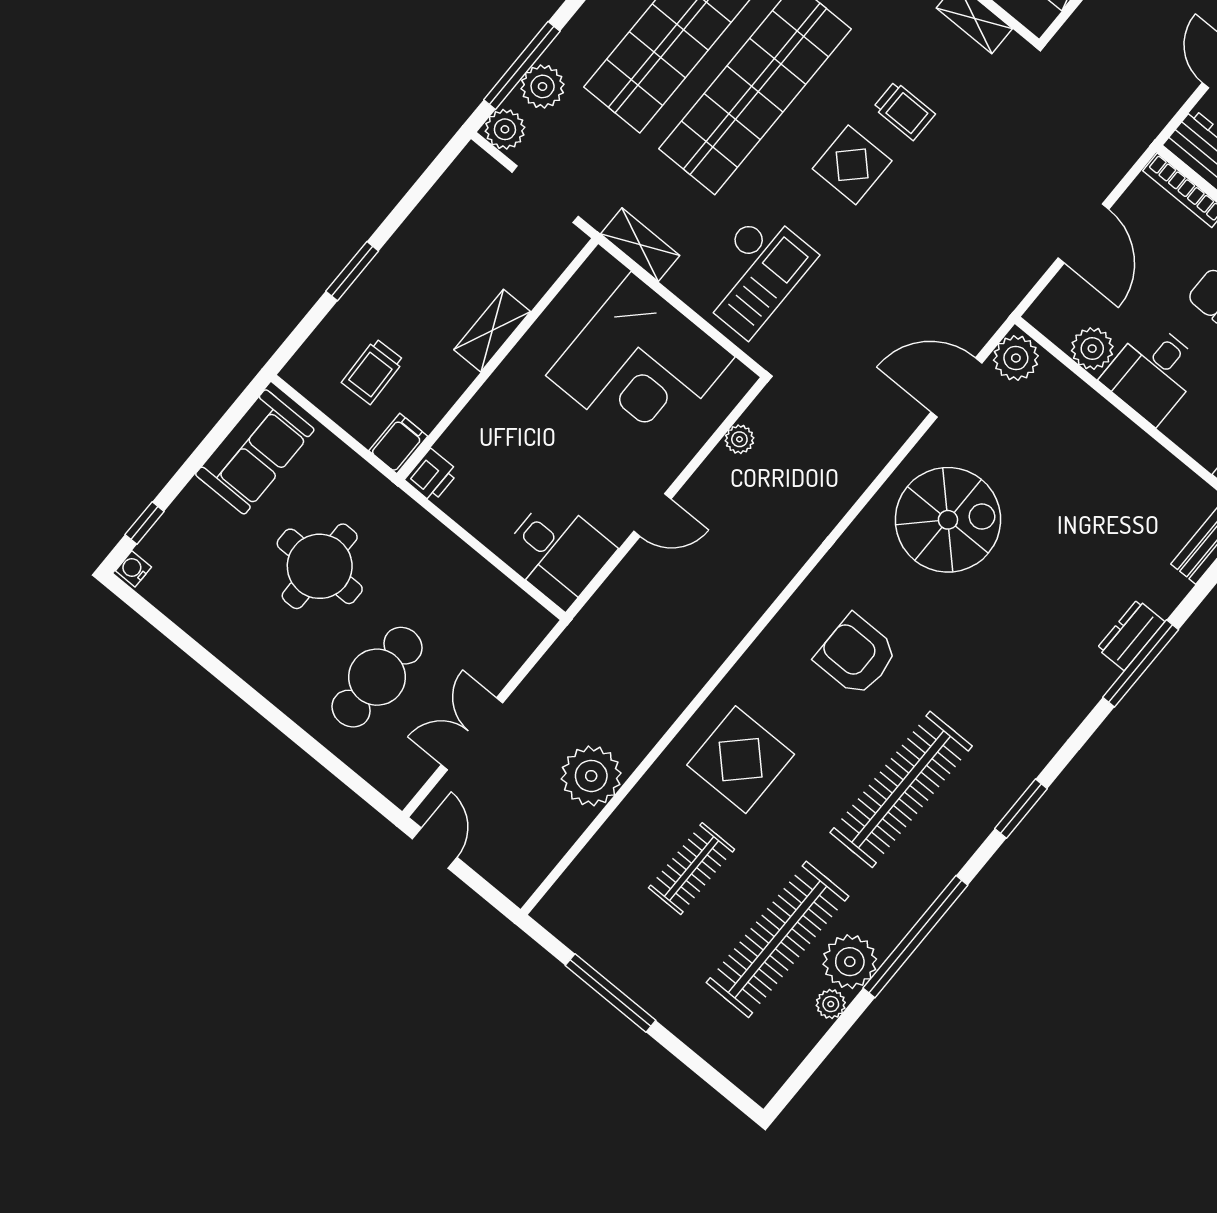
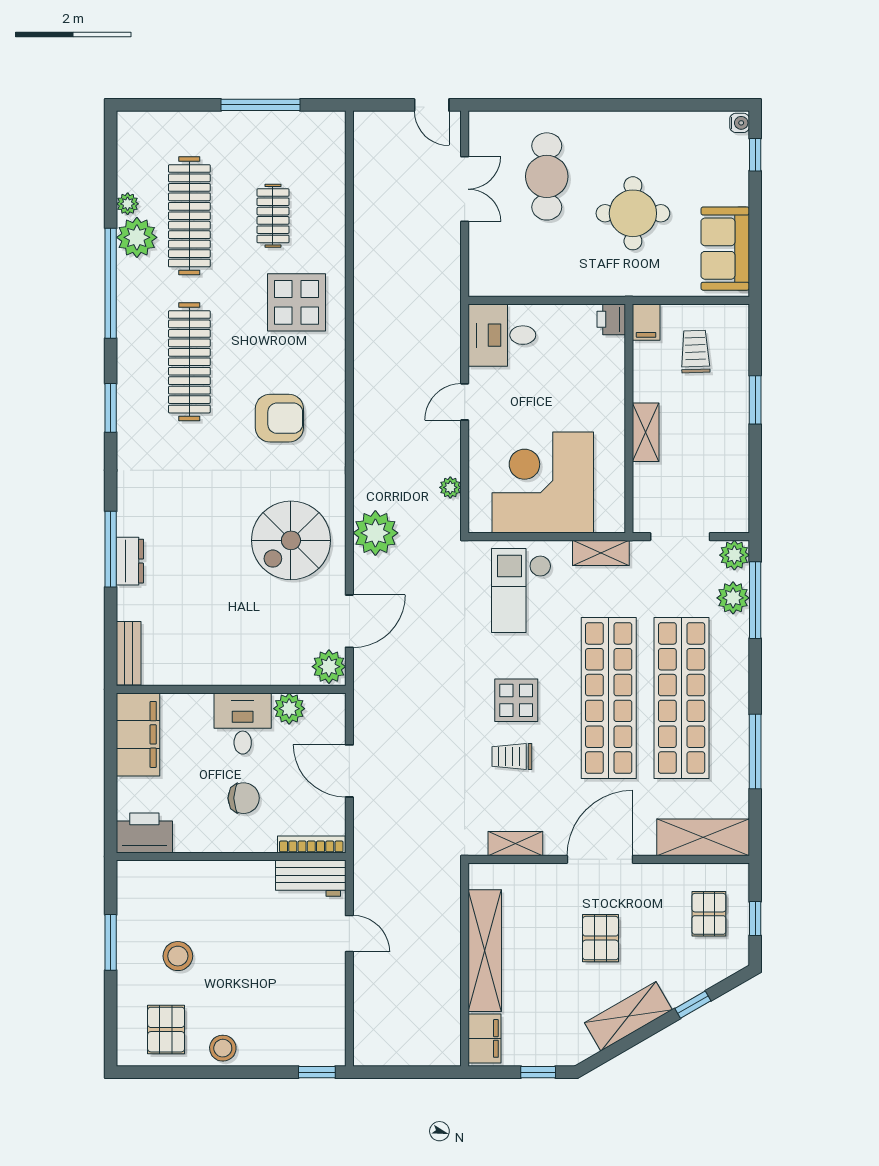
plant: (591, 776) -> (375, 533), moved

